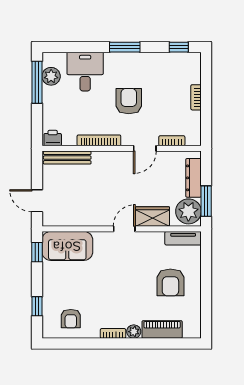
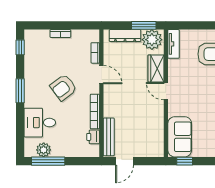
armchair: (129, 101) -> (63, 88), turned -37
printer: (53, 138) -> (93, 137), moved
door: (37, 201) -> (124, 161), moved

